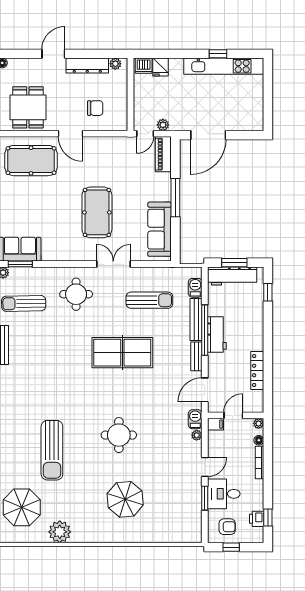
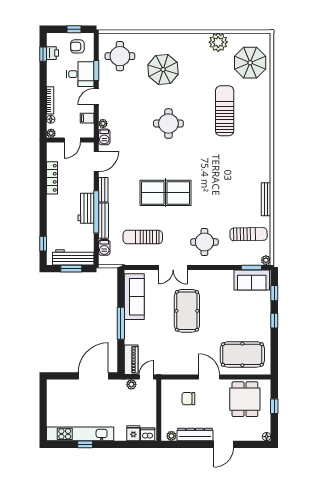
filing cabinet: (216, 424) -> (87, 118), moved
round table: (177, 515) -> (120, 56), added

